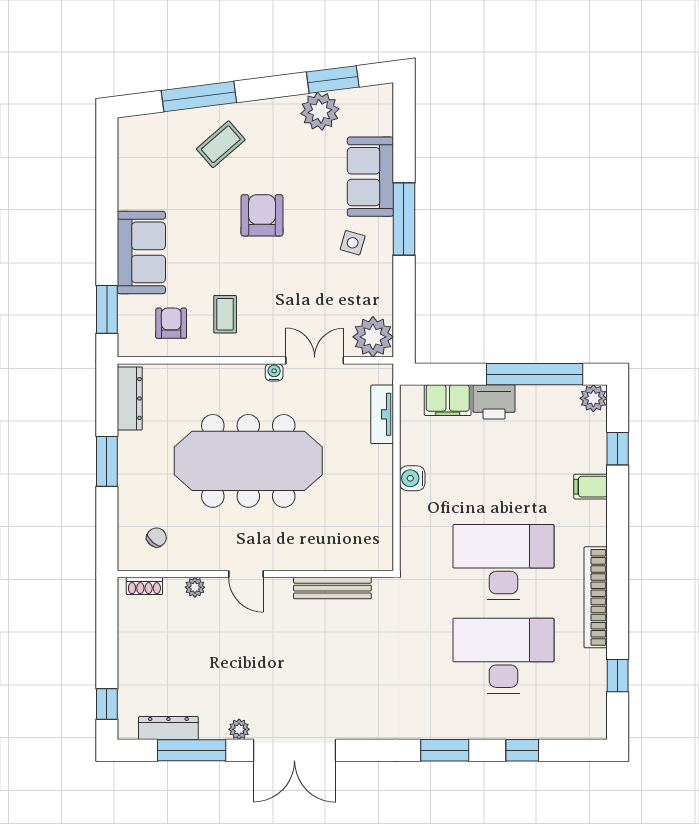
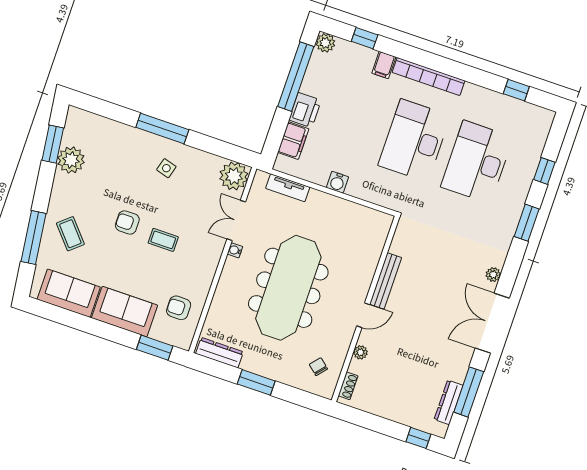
sofa: (370, 177) -> (69, 293), moved, turned 180
armchair: (262, 215) -> (127, 222), width x0.72, depth x0.72
coffee table: (225, 314) -> (163, 240), moved
bench: (332, 588) -> (386, 281), moved
bookcase: (596, 597) -> (429, 77), moved
plant: (239, 729) -> (493, 275), moved
double door: (294, 750) -> (492, 323), swing flipped

